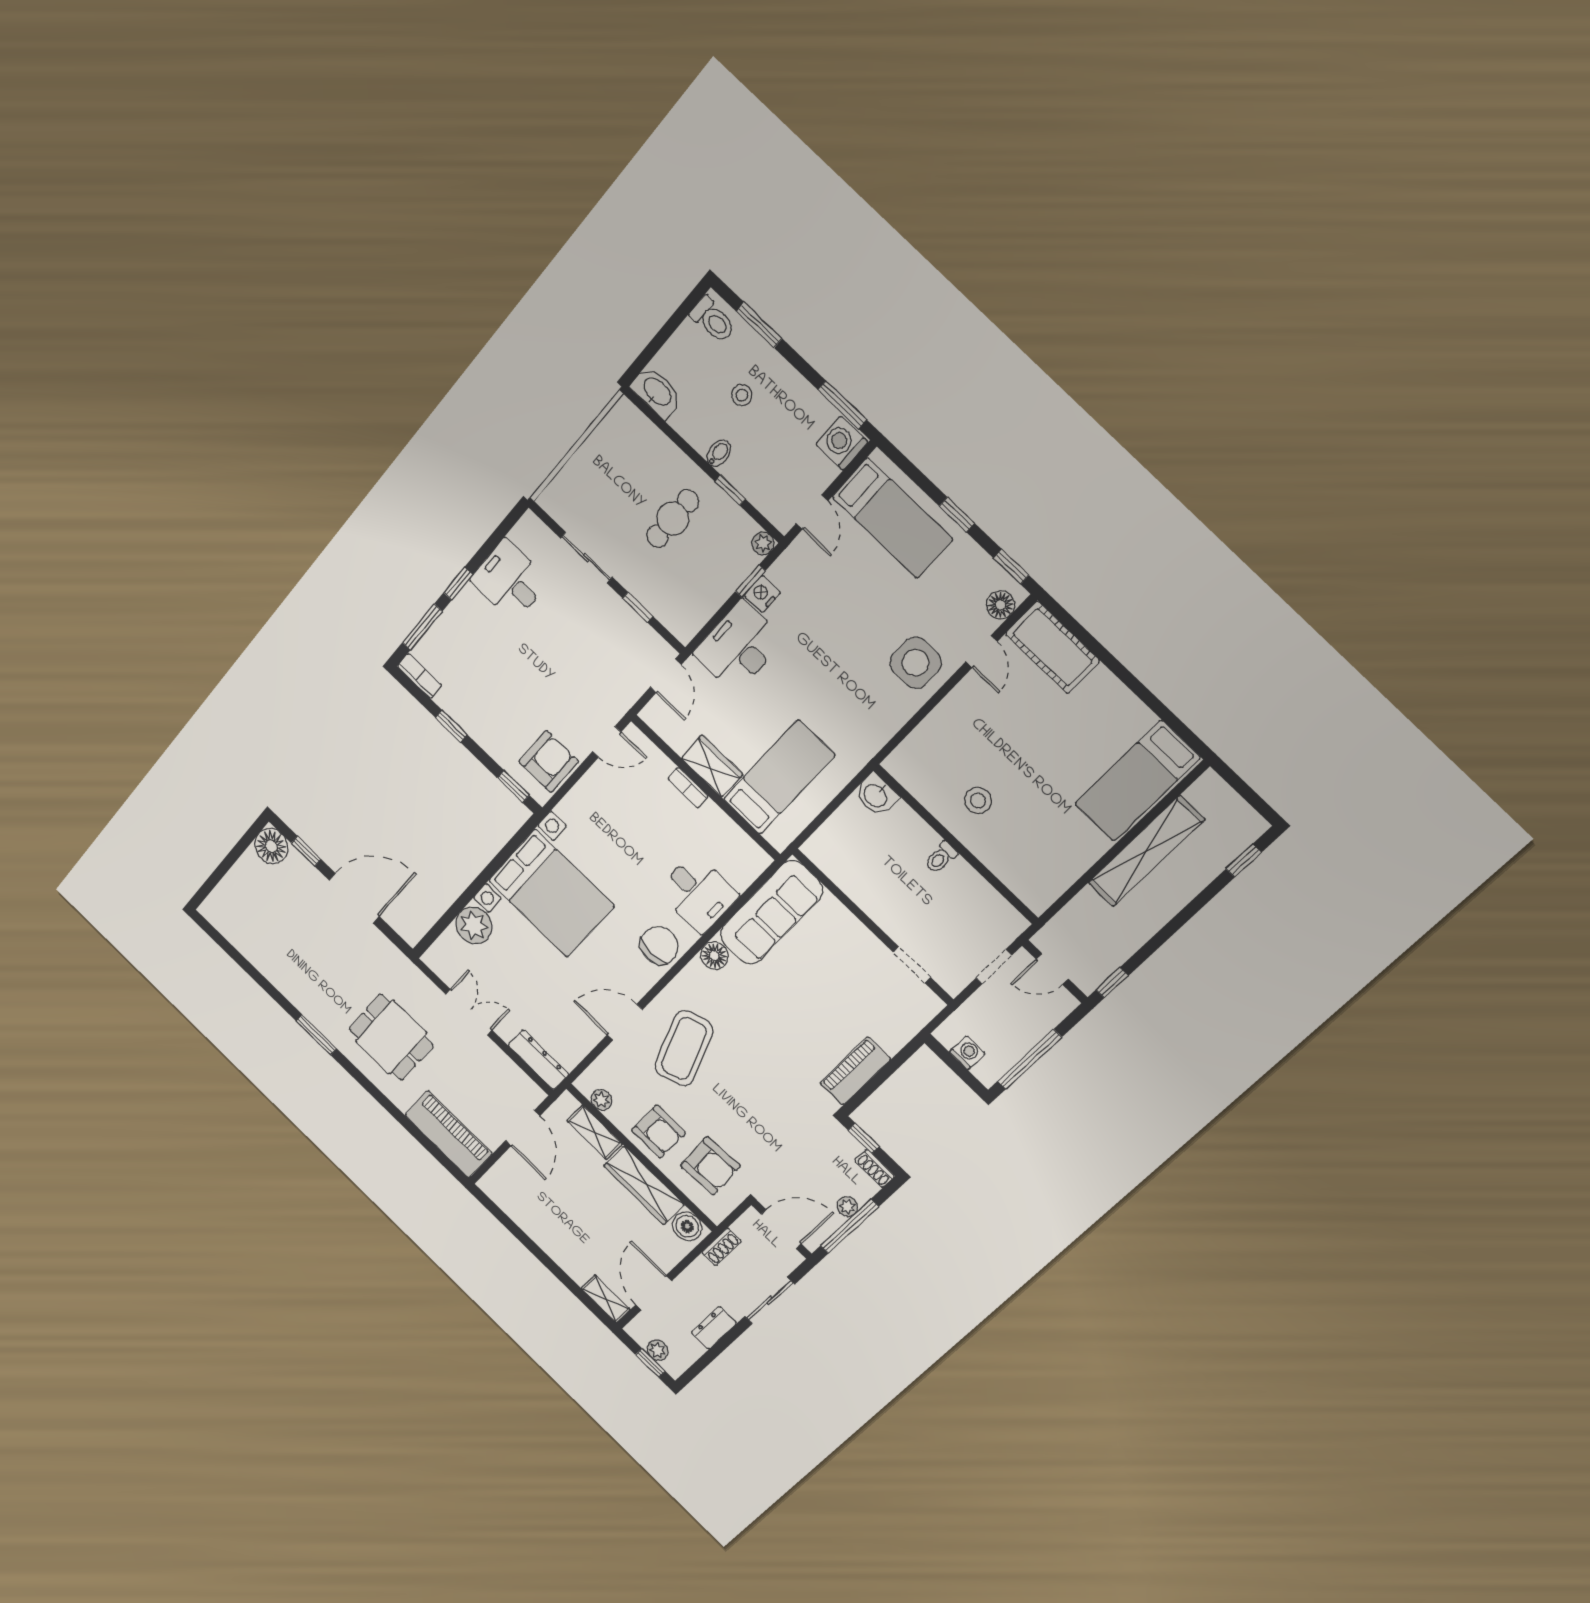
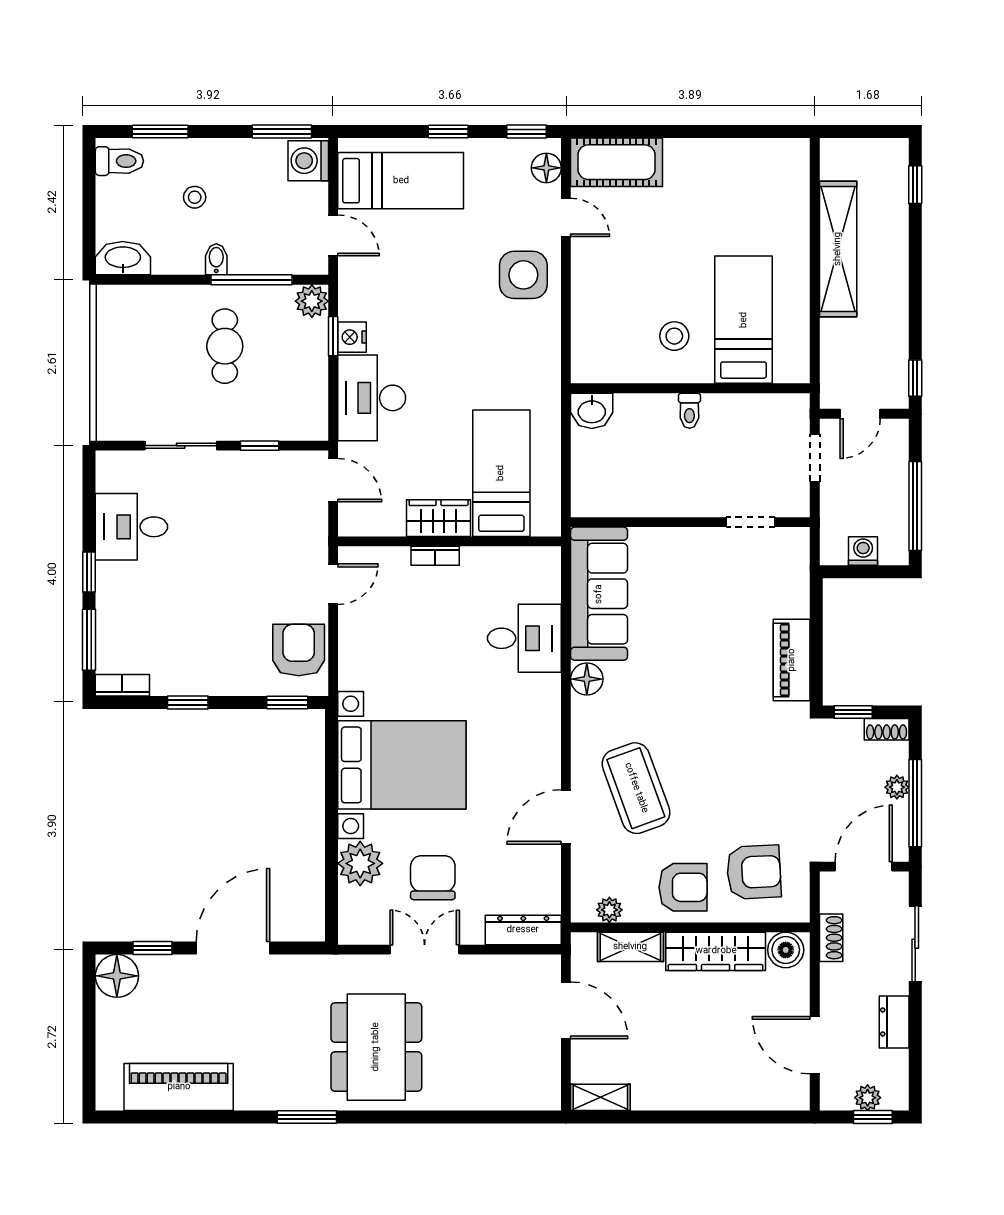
window: (730, 490) -> (251, 280), width x2.17
plant: (763, 543) -> (312, 301), width x1.38, depth x1.38
bed: (1137, 781) -> (744, 320), moved, turned 180
chair: (659, 945) -> (433, 878), moved
dining table: (391, 1037) -> (376, 1047), width x1.38
piano: (449, 1134) -> (179, 1087), moved
shelving: (606, 1299) -> (600, 1097), moved

